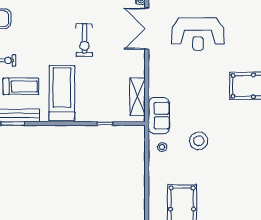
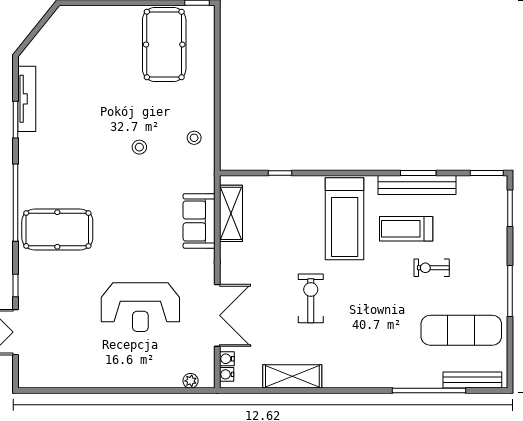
reception desk: (198, 34) -> (140, 307), turned 180
sofa: (159, 116) -> (199, 221), moved
stool: (199, 141) -> (139, 147), width x0.53, depth x0.53

